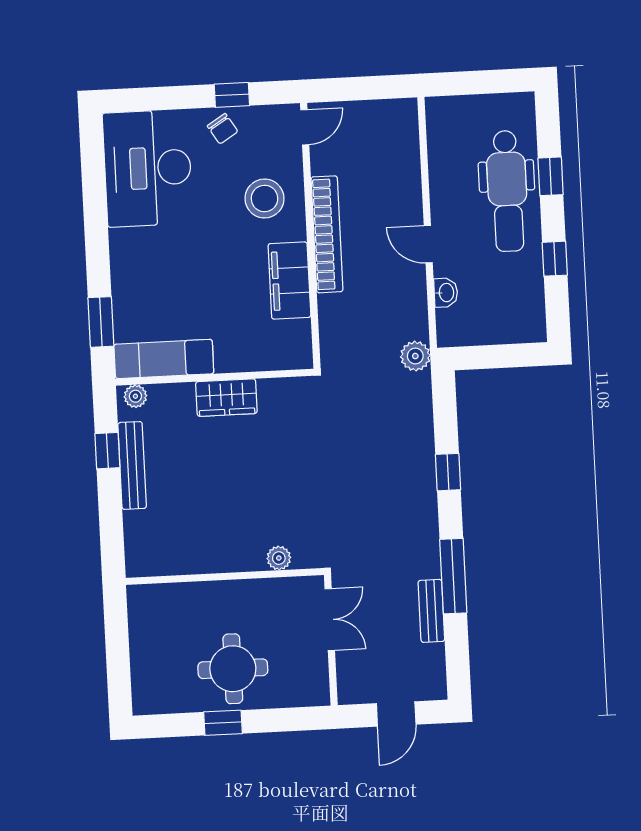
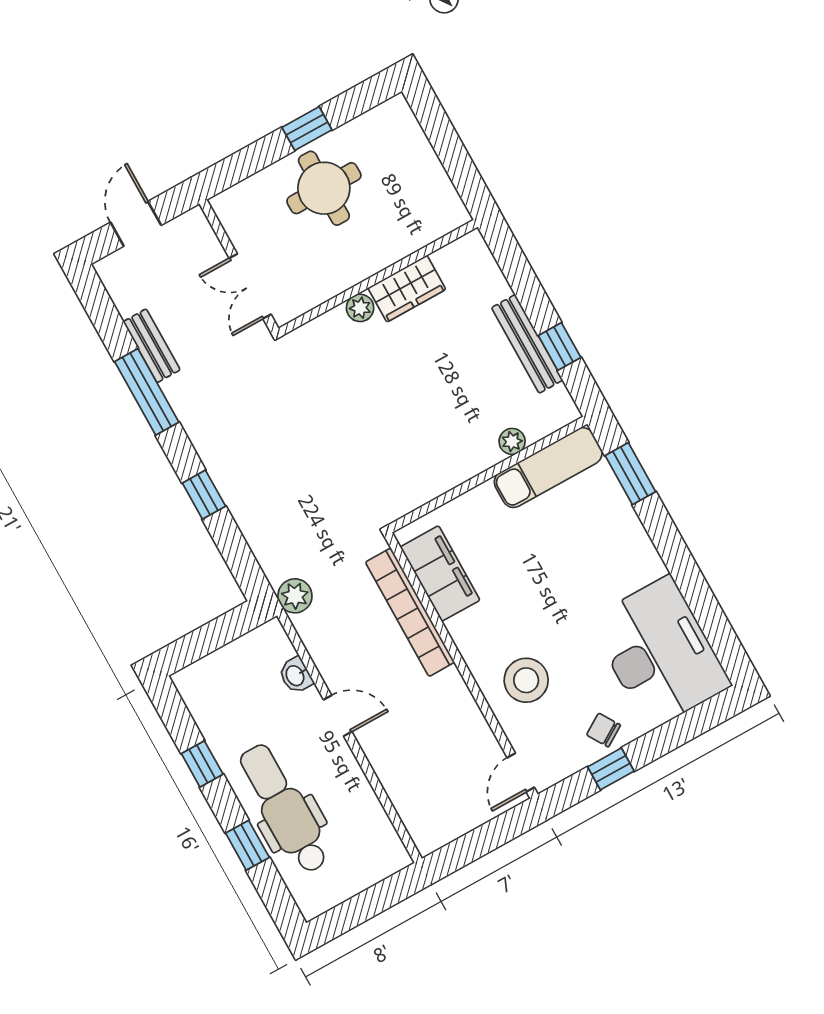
bookcase: (327, 234) -> (410, 612), moved
filing cabinet: (289, 281) -> (440, 574), moved
plant: (135, 396) -> (512, 441), moved
wardrobe: (226, 398) -> (407, 289), moved, turned 180
plant: (279, 558) -> (360, 308), moved

